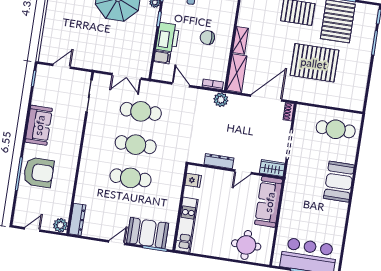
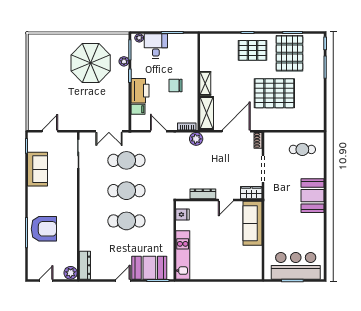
sofa: (39, 125) -> (38, 169), moved
cafe table: (336, 129) -> (302, 149), width x0.73, depth x0.74
round table: (246, 245) -> (239, 265), removed

